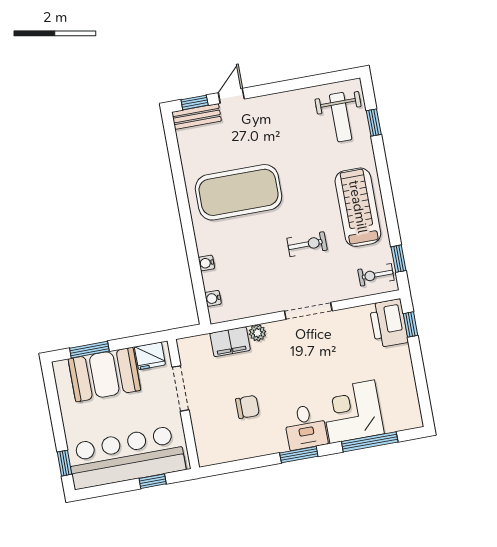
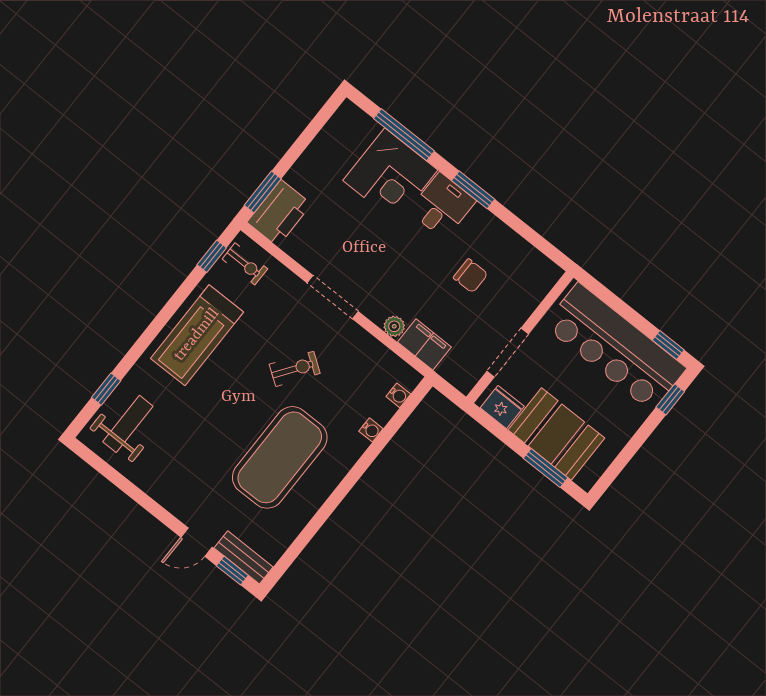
exercise mat: (239, 192) -> (280, 457), turned 90
exercise bike: (307, 244) -> (295, 369), moved, turned 125
window: (410, 324) -> (263, 192), width x1.50
chair: (247, 407) -> (471, 276), turned 180
window: (153, 481) -> (668, 345), moved

